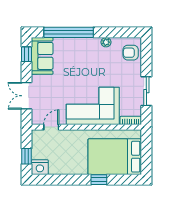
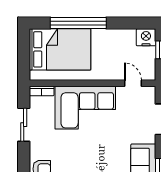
door: (51, 127) -> (133, 83), swing flipped
window: (99, 180) -> (78, 23), width x3.17

